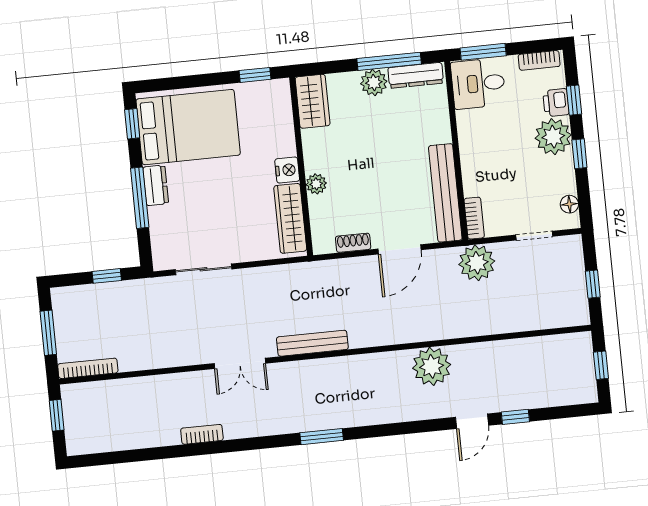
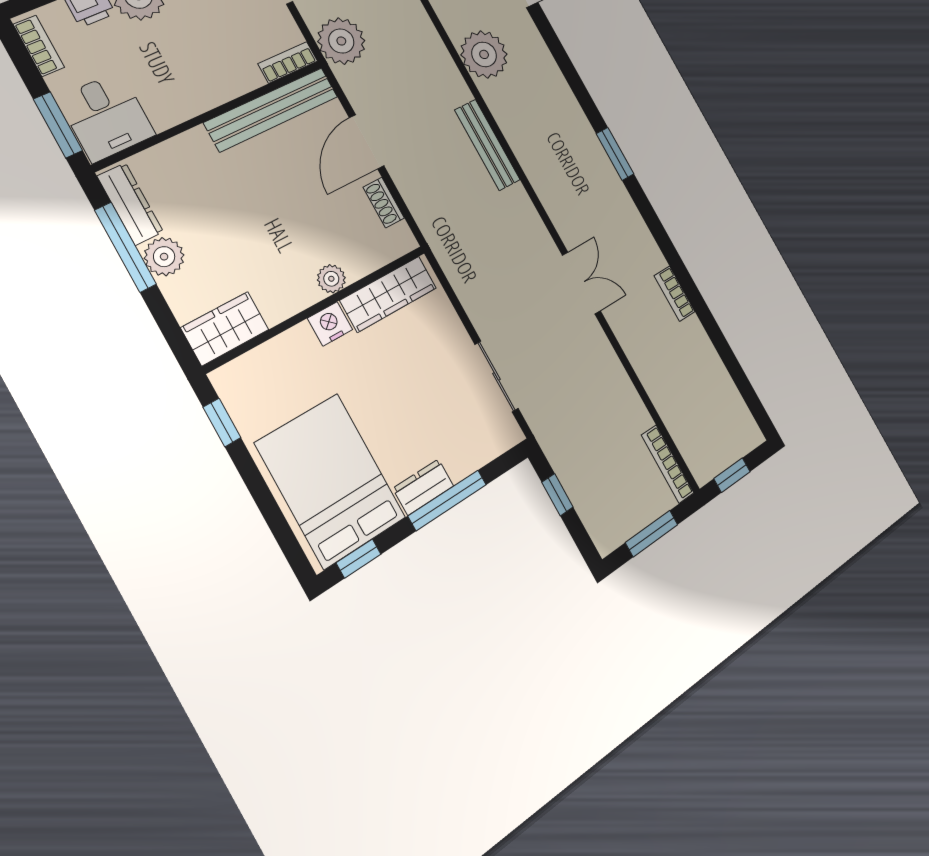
door: (399, 249) -> (367, 142), swing flipped
bench: (312, 343) -> (487, 145), moved

